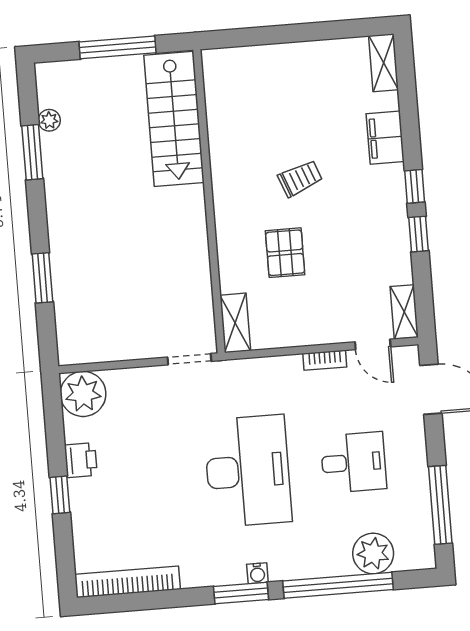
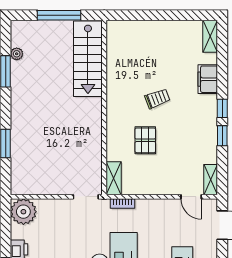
bookcase: (325, 360) -> (122, 204), moved

